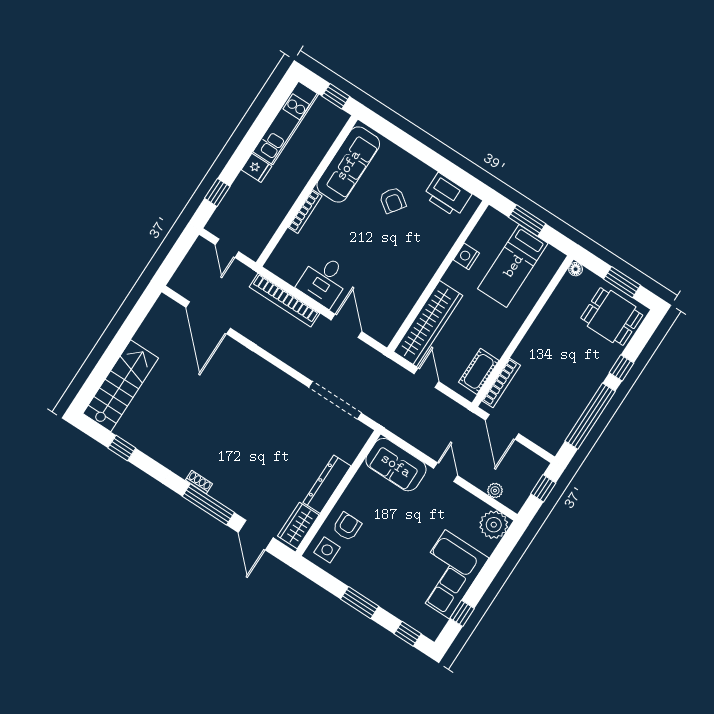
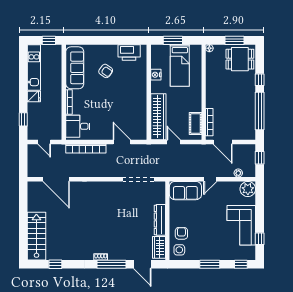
desk: (324, 280) -> (78, 126), moved, turned 90
door: (446, 472) -> (210, 179), swing flipped

